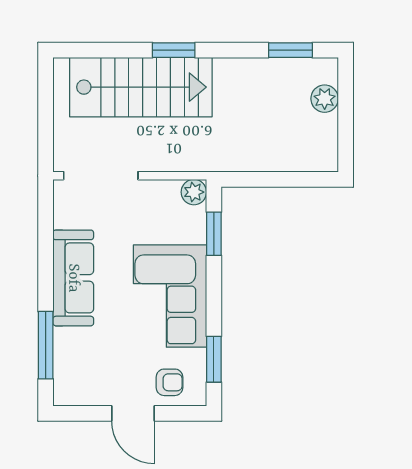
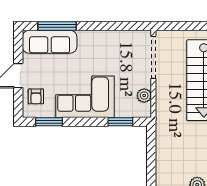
plant: (194, 192) -> (144, 96), moved
sofa: (73, 278) -> (50, 42), moved

